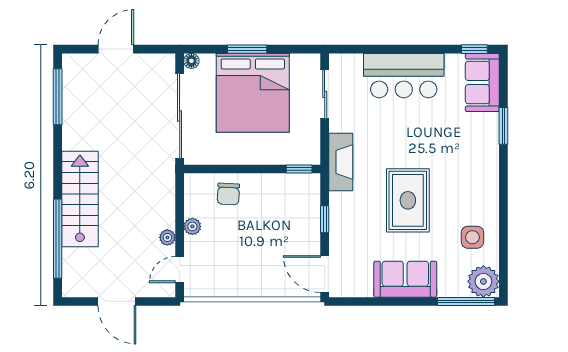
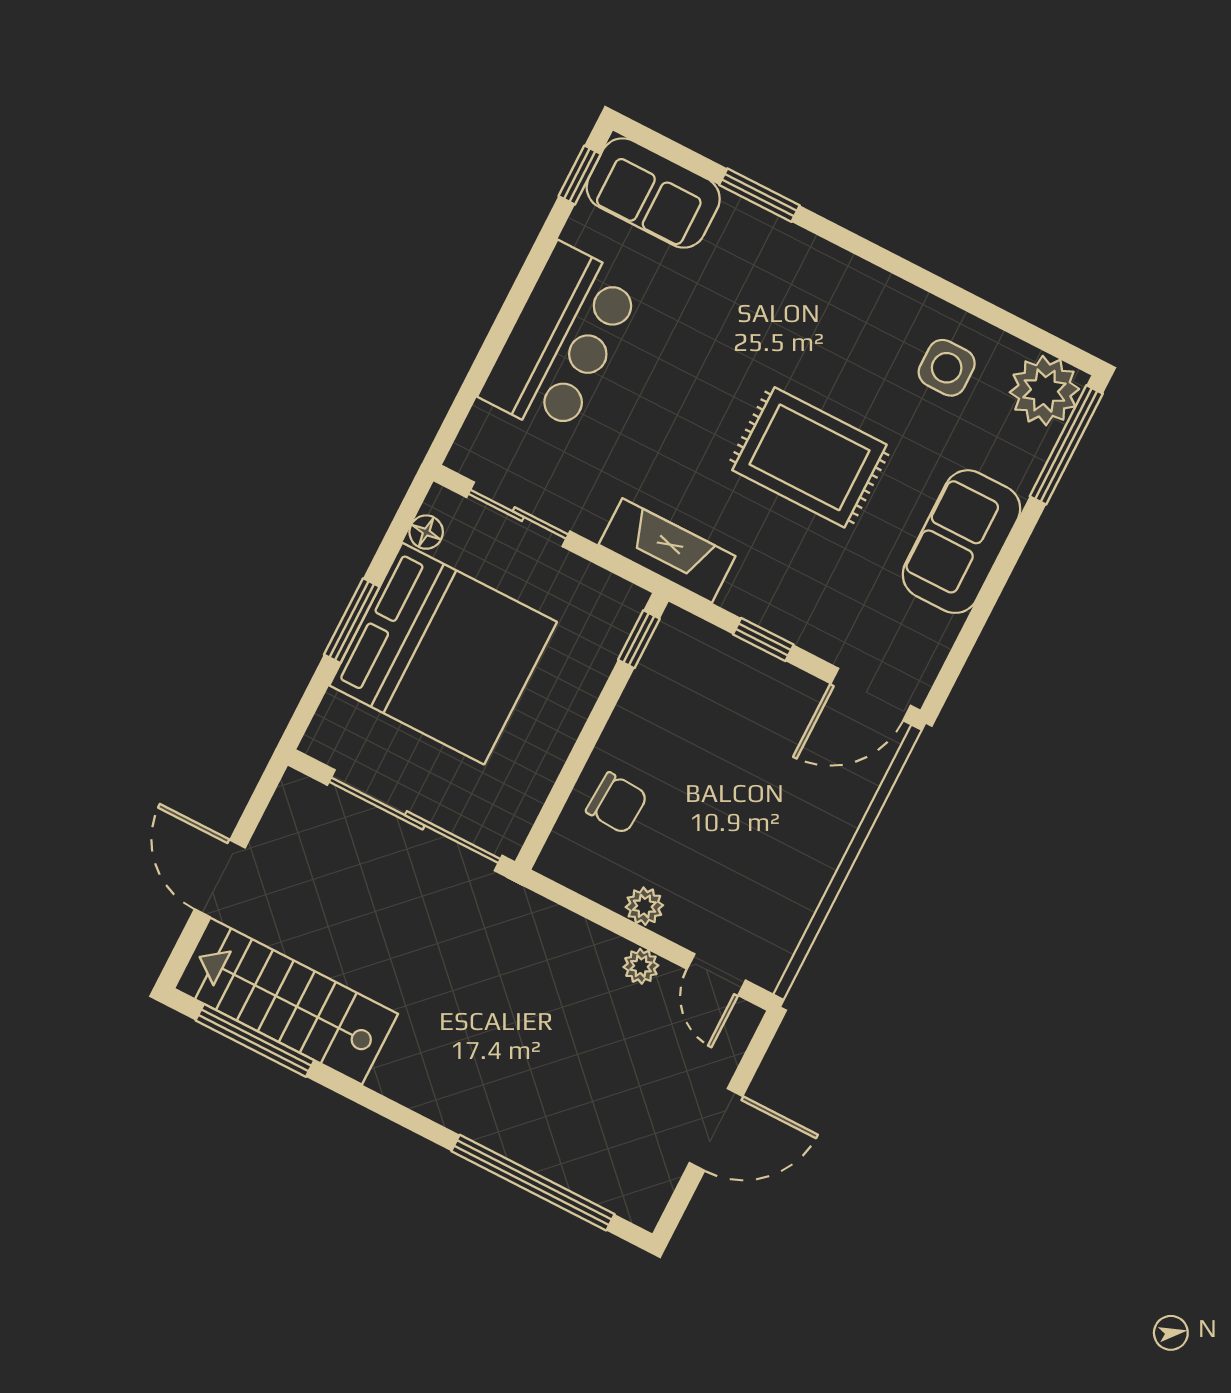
floor lamp: (191, 61) -> (426, 532), moved
stairs: (80, 199) -> (286, 1001), moved

